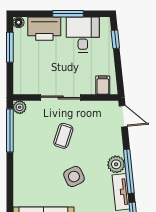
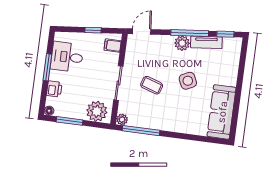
printer: (44, 29) -> (54, 89), width x0.53, depth x0.68
window: (115, 39) -> (93, 30), moved
plant: (25, 77) -> (97, 111), added

